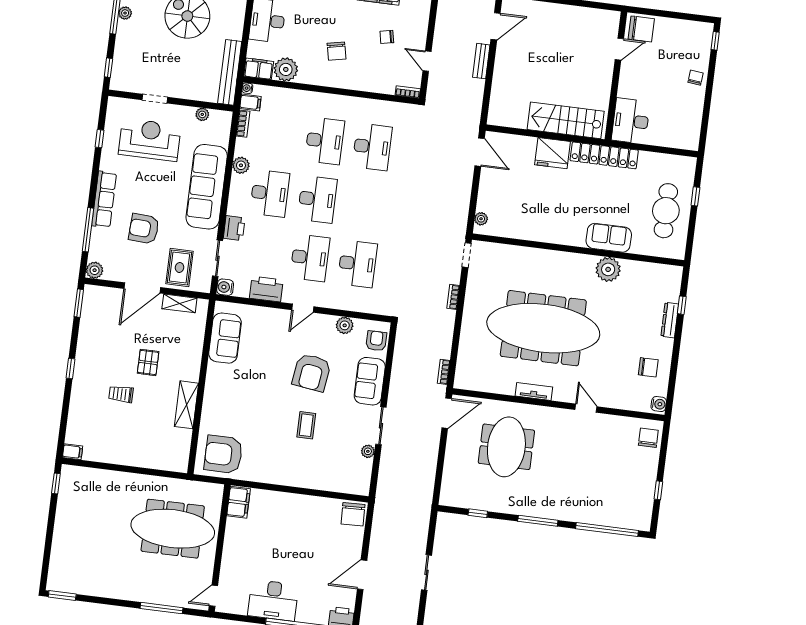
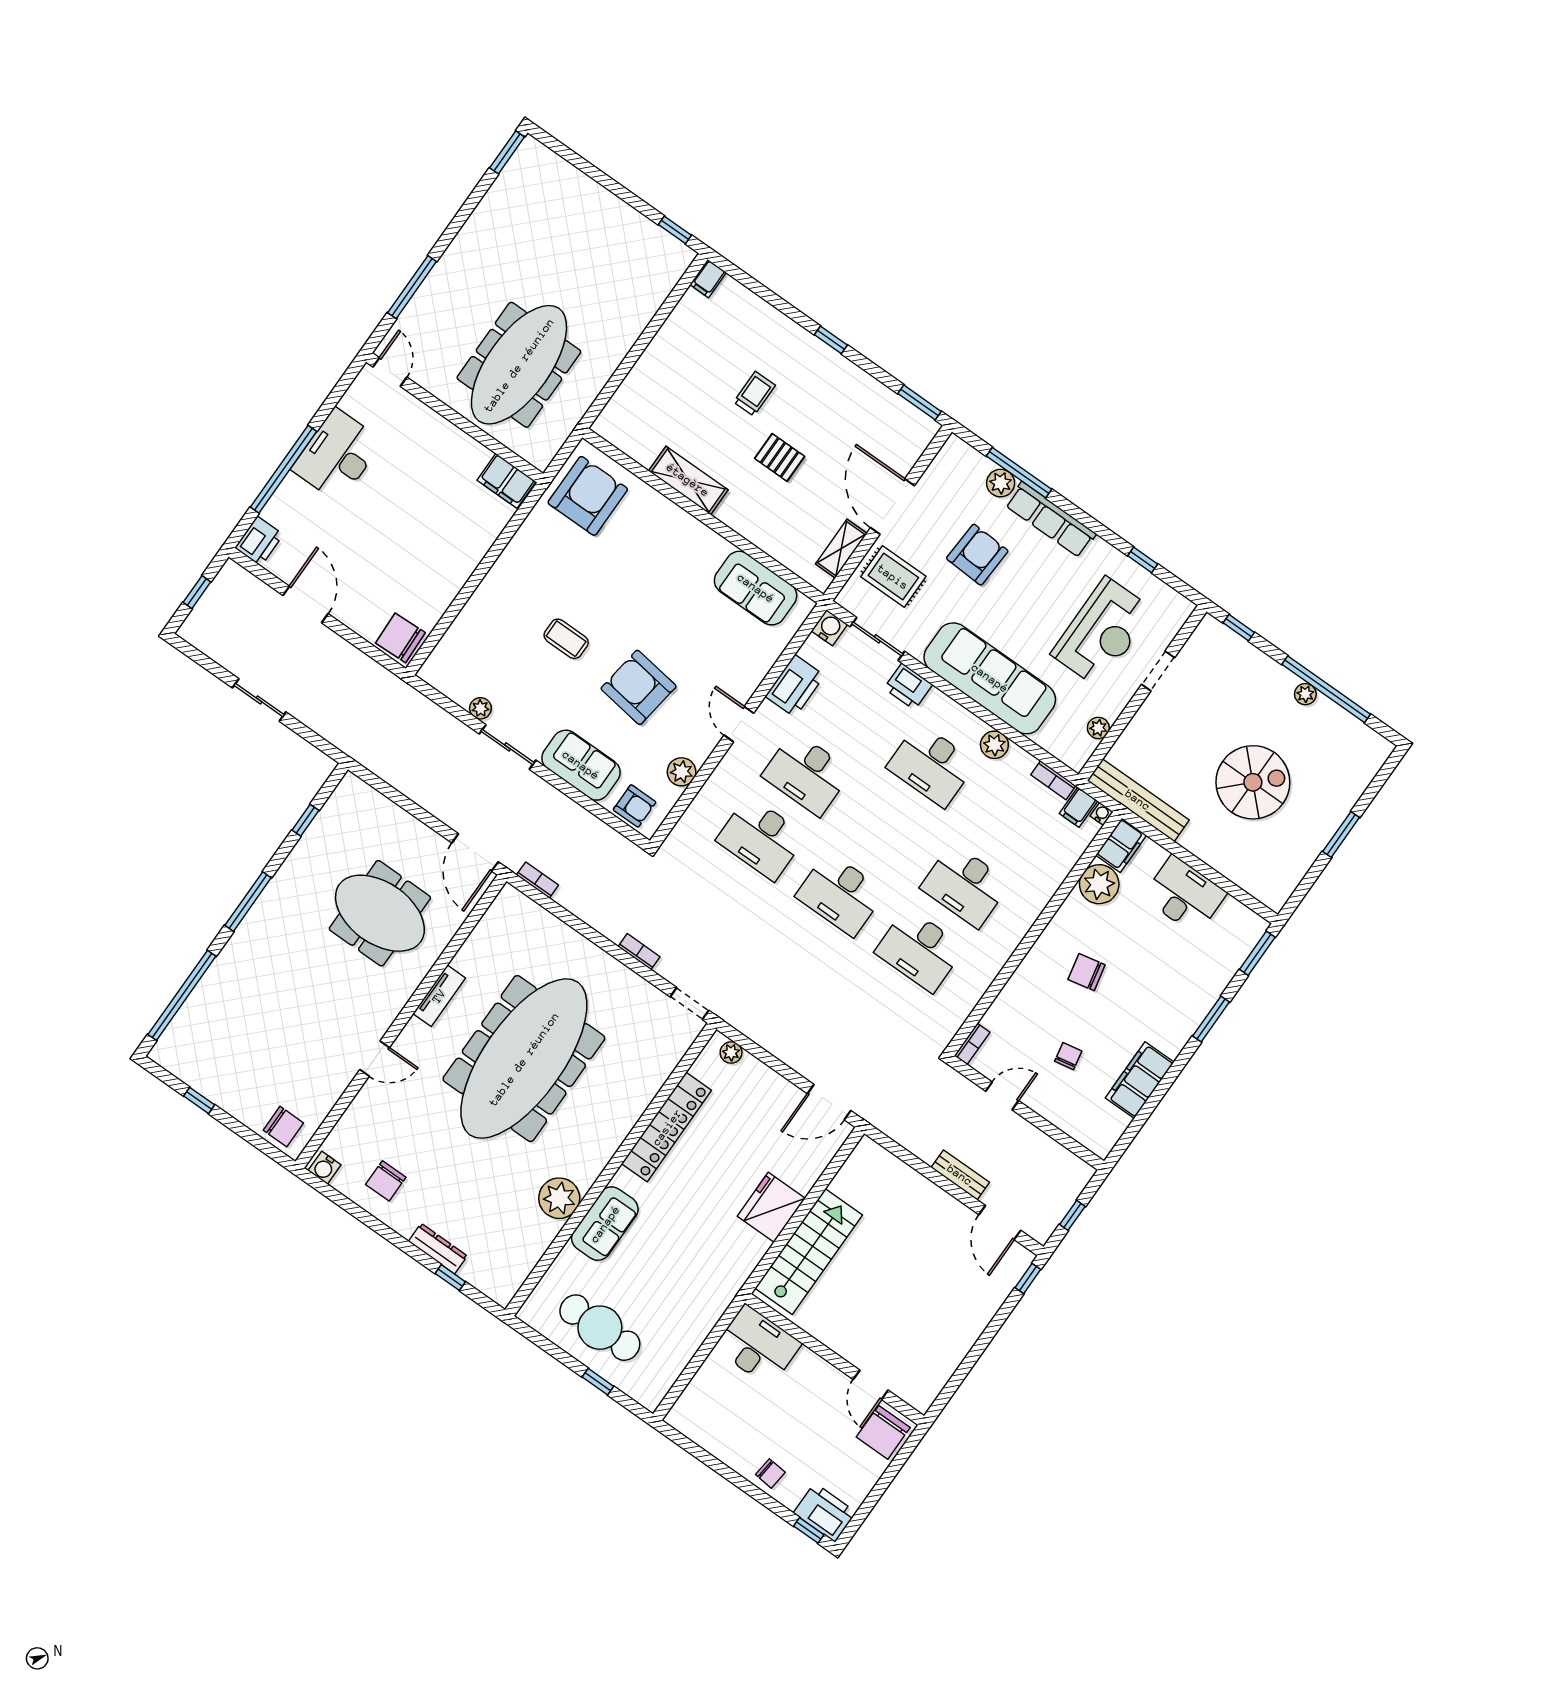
printer: (701, 37) -> (825, 1513), added
locker: (604, 155) -> (667, 1127), moved, turned 180
desk: (317, 199) -> (840, 894), moved
plant: (95, 270) -> (1001, 483), moved

